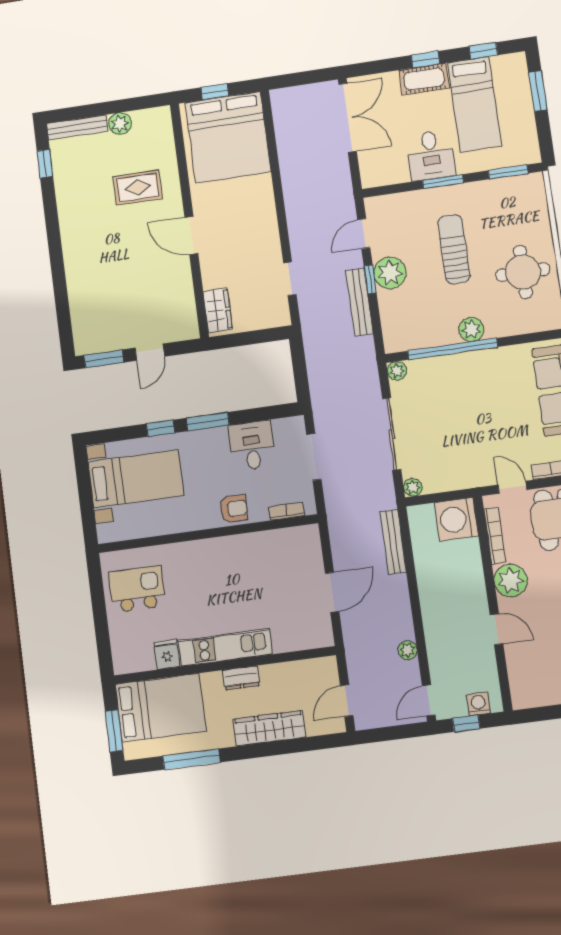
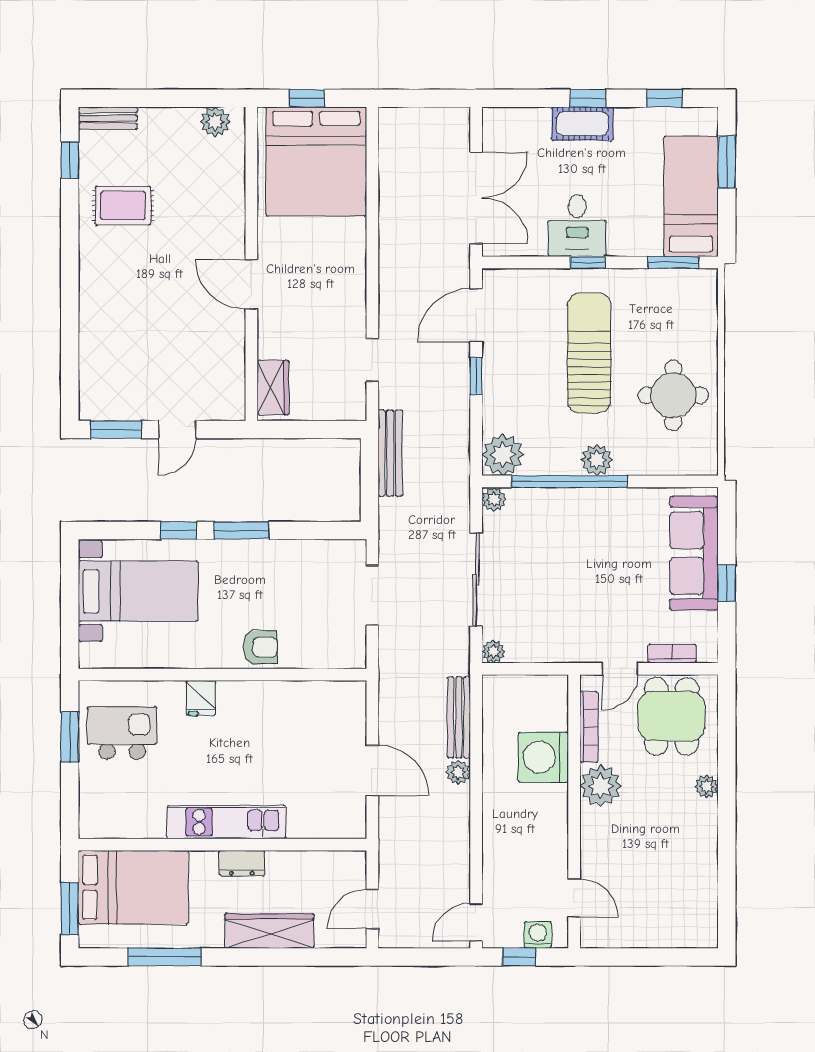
bed: (474, 104) -> (691, 196), moved, turned 180
double door: (348, 118) -> (476, 198), moved
plant: (120, 124) -> (215, 122), moved
bench: (77, 127) -> (108, 118), width x0.73
window: (443, 182) -> (588, 262), width x0.67
rug: (138, 188) -> (123, 206), moved
door: (364, 234) -> (476, 315), width x1.38
sun lounger: (454, 249) -> (589, 353), width x1.36, depth x1.34
plant: (390, 273) -> (503, 455), moved
bench: (359, 302) -> (390, 453), moved
desk: (252, 446) -> (294, 569), removed
door: (512, 487) -> (620, 669), swing flipped
bookcase: (287, 511) -> (328, 660), removed
washing machine: (456, 519) -> (543, 757), moved
door: (332, 592) -> (372, 771), hinge flipped
window: (98, 597) -> (70, 737), added
door: (497, 629) -> (574, 898), moved
plant: (408, 650) -> (458, 772), moved
fridge: (167, 654) -> (201, 698), moved, turned 180

